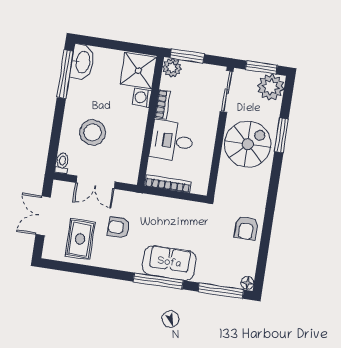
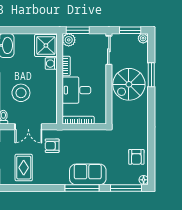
plant: (271, 87) -> (143, 38), width x0.53, depth x0.53
spiral stairs: (248, 144) -> (129, 84), turned 180
armchair: (119, 227) -> (52, 146), moved
armchair: (246, 228) -> (136, 157), moved

